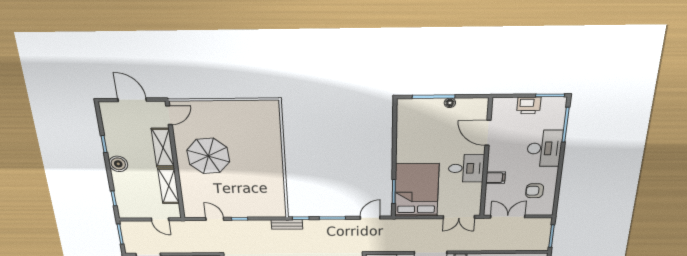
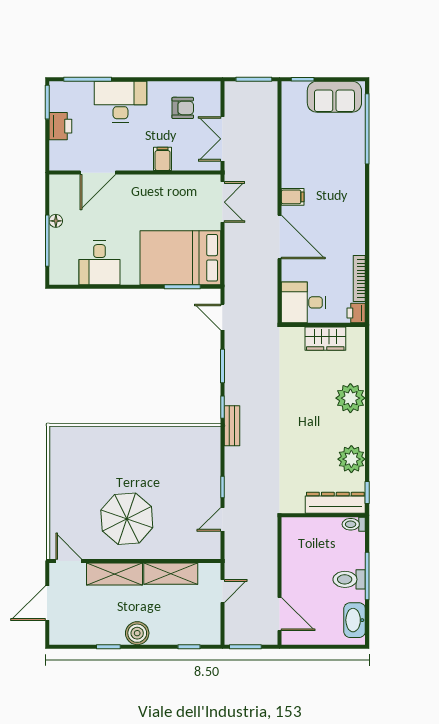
desk: (466, 168) -> (100, 263), moved, turned 180
armchair: (535, 191) -> (183, 108), turned -90

